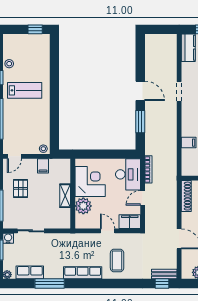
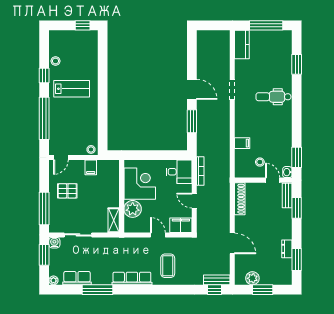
desk: (128, 174) -> (179, 172), width x0.73
pallet: (21, 188) -> (67, 191), turned 90
shelving: (65, 196) -> (114, 220), moved
door: (143, 198) -> (194, 201), hinge flipped

